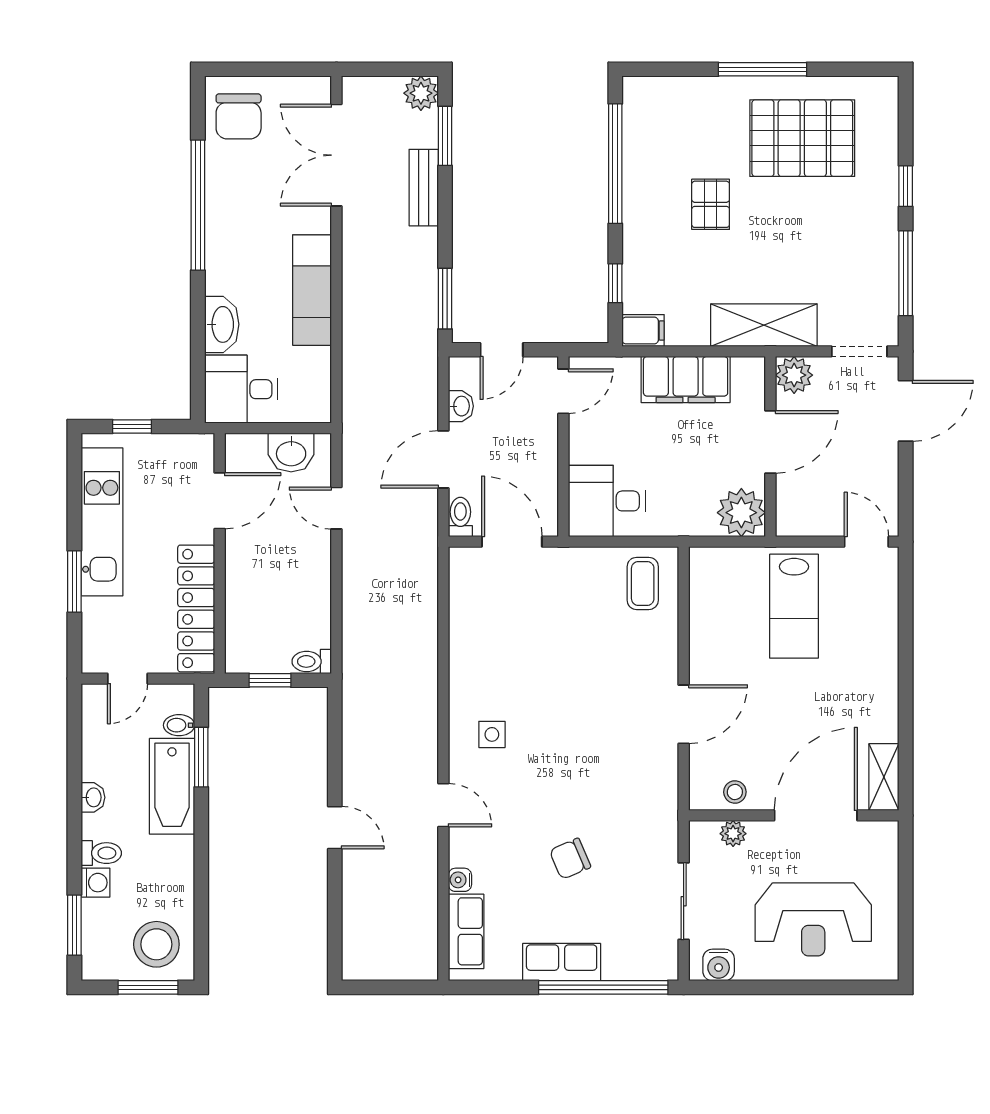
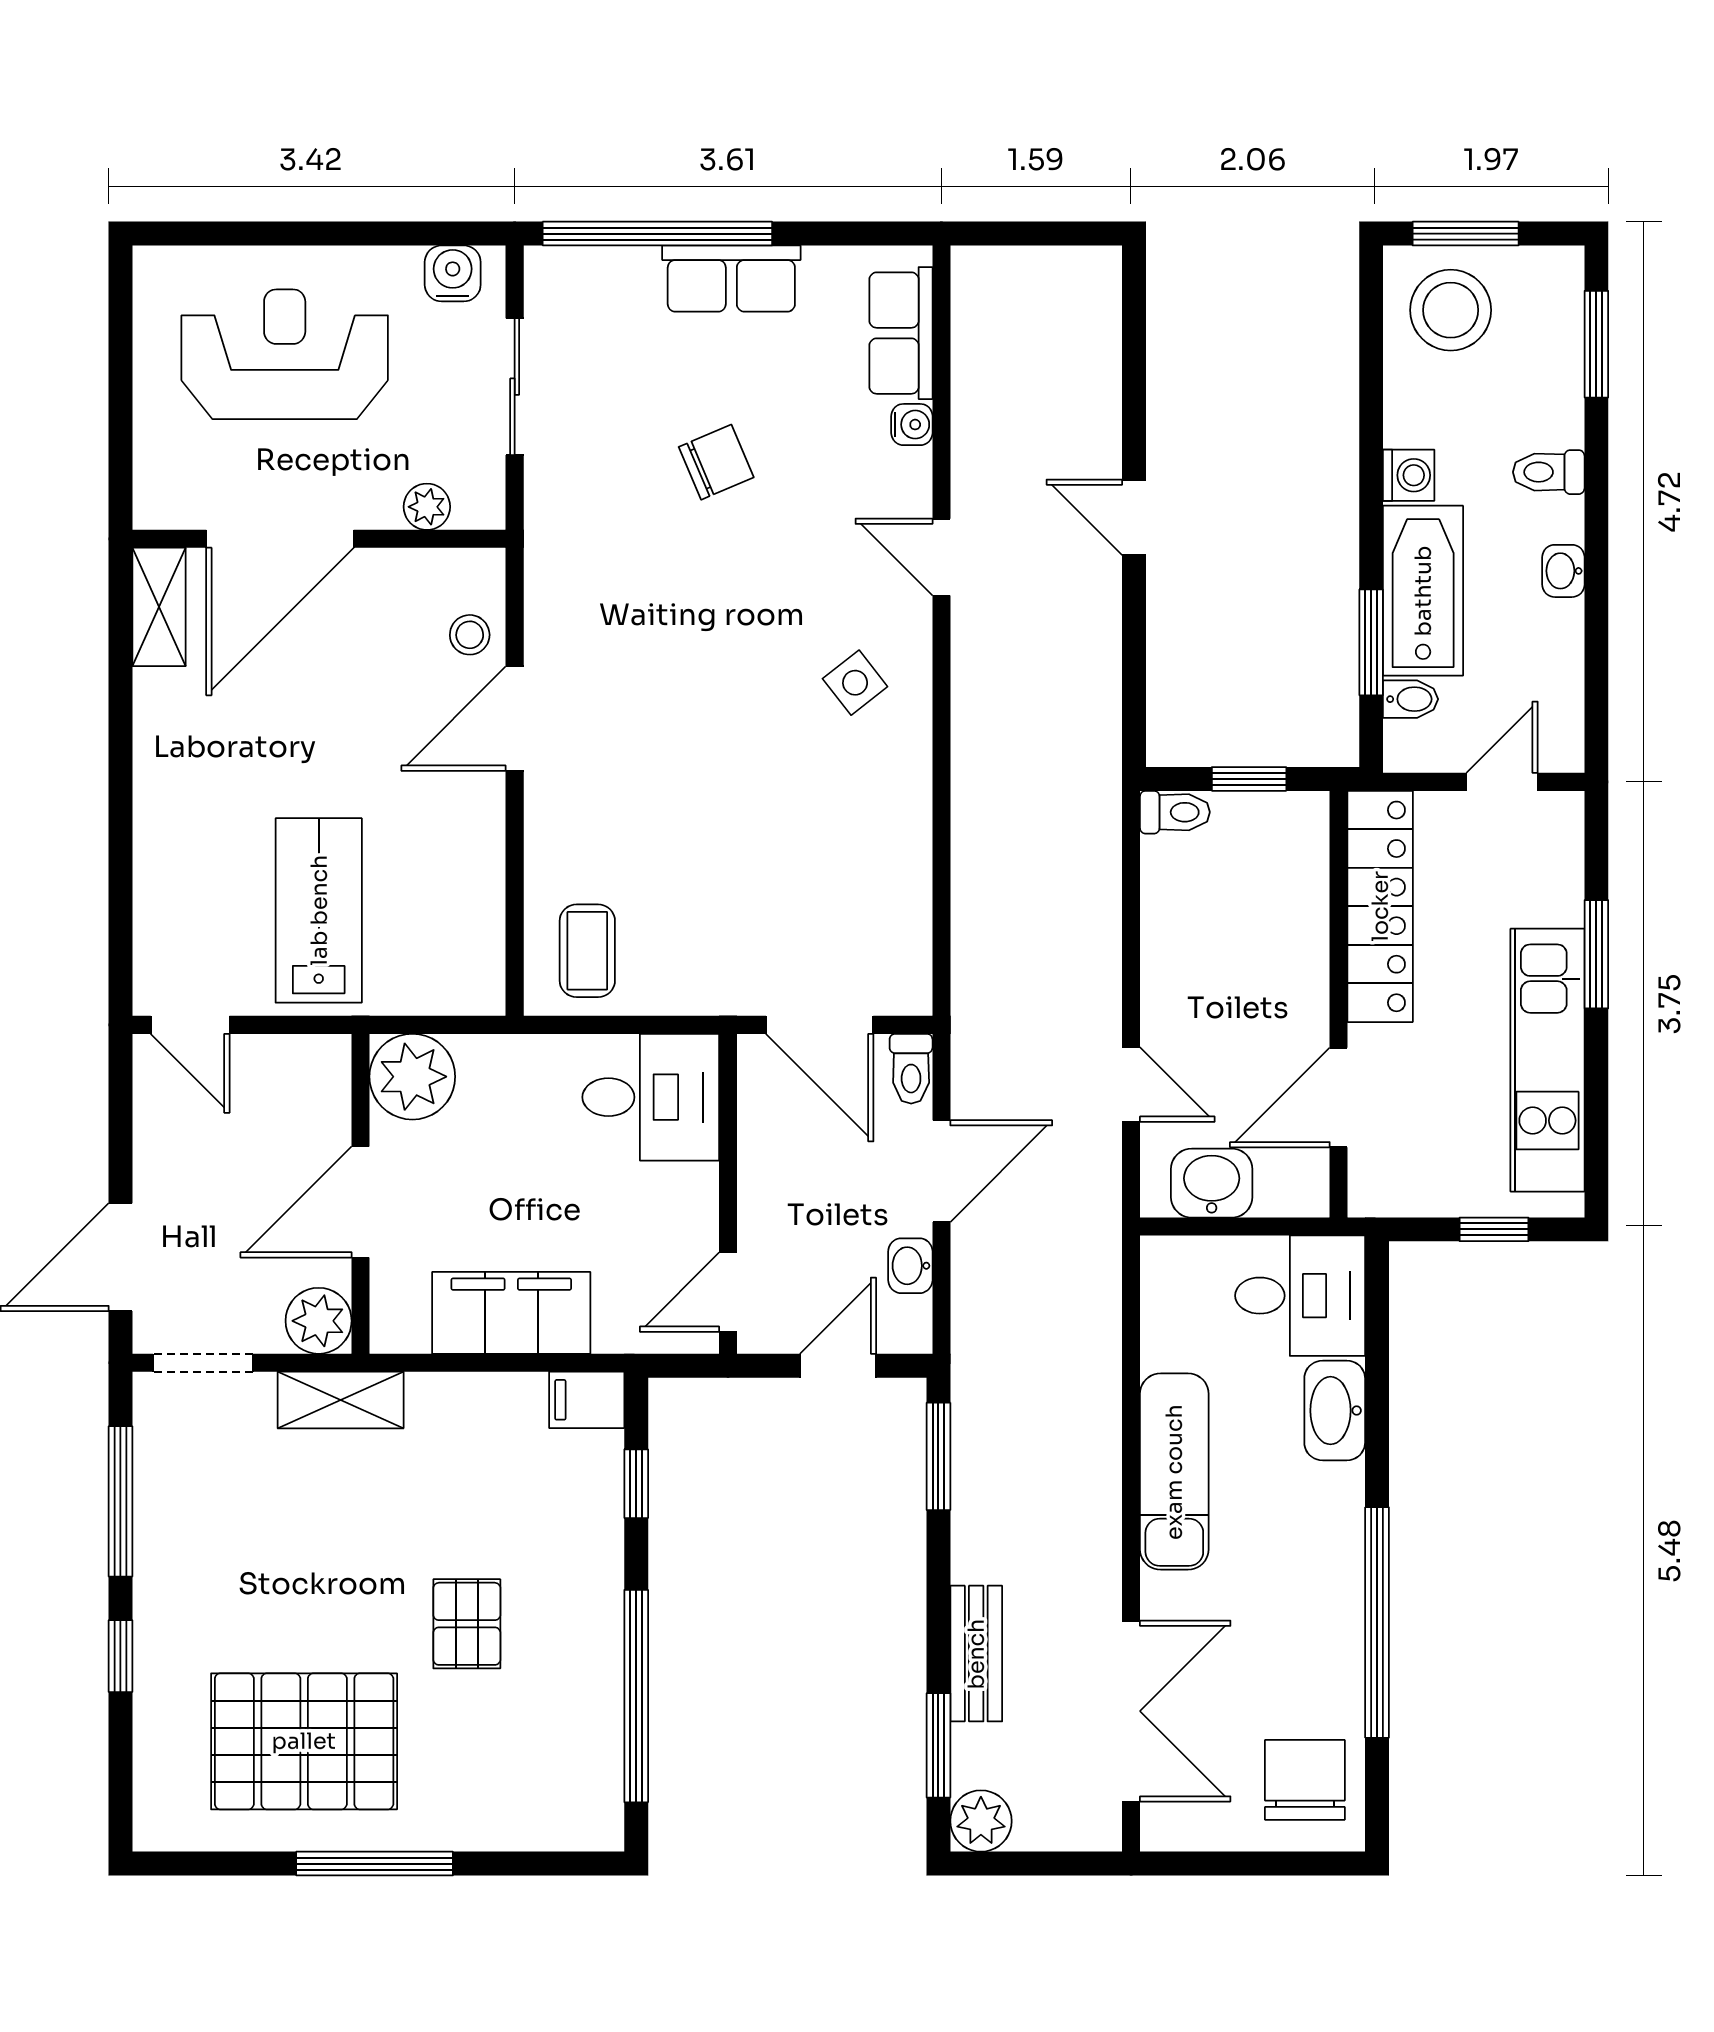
shelving: (764, 325) -> (341, 1400), width x0.67, depth x0.75
side table: (492, 734) -> (855, 683), turned -38
stool: (735, 792) -> (470, 635), moved
washing machine: (95, 883) -> (1409, 475), moved, turned 180

